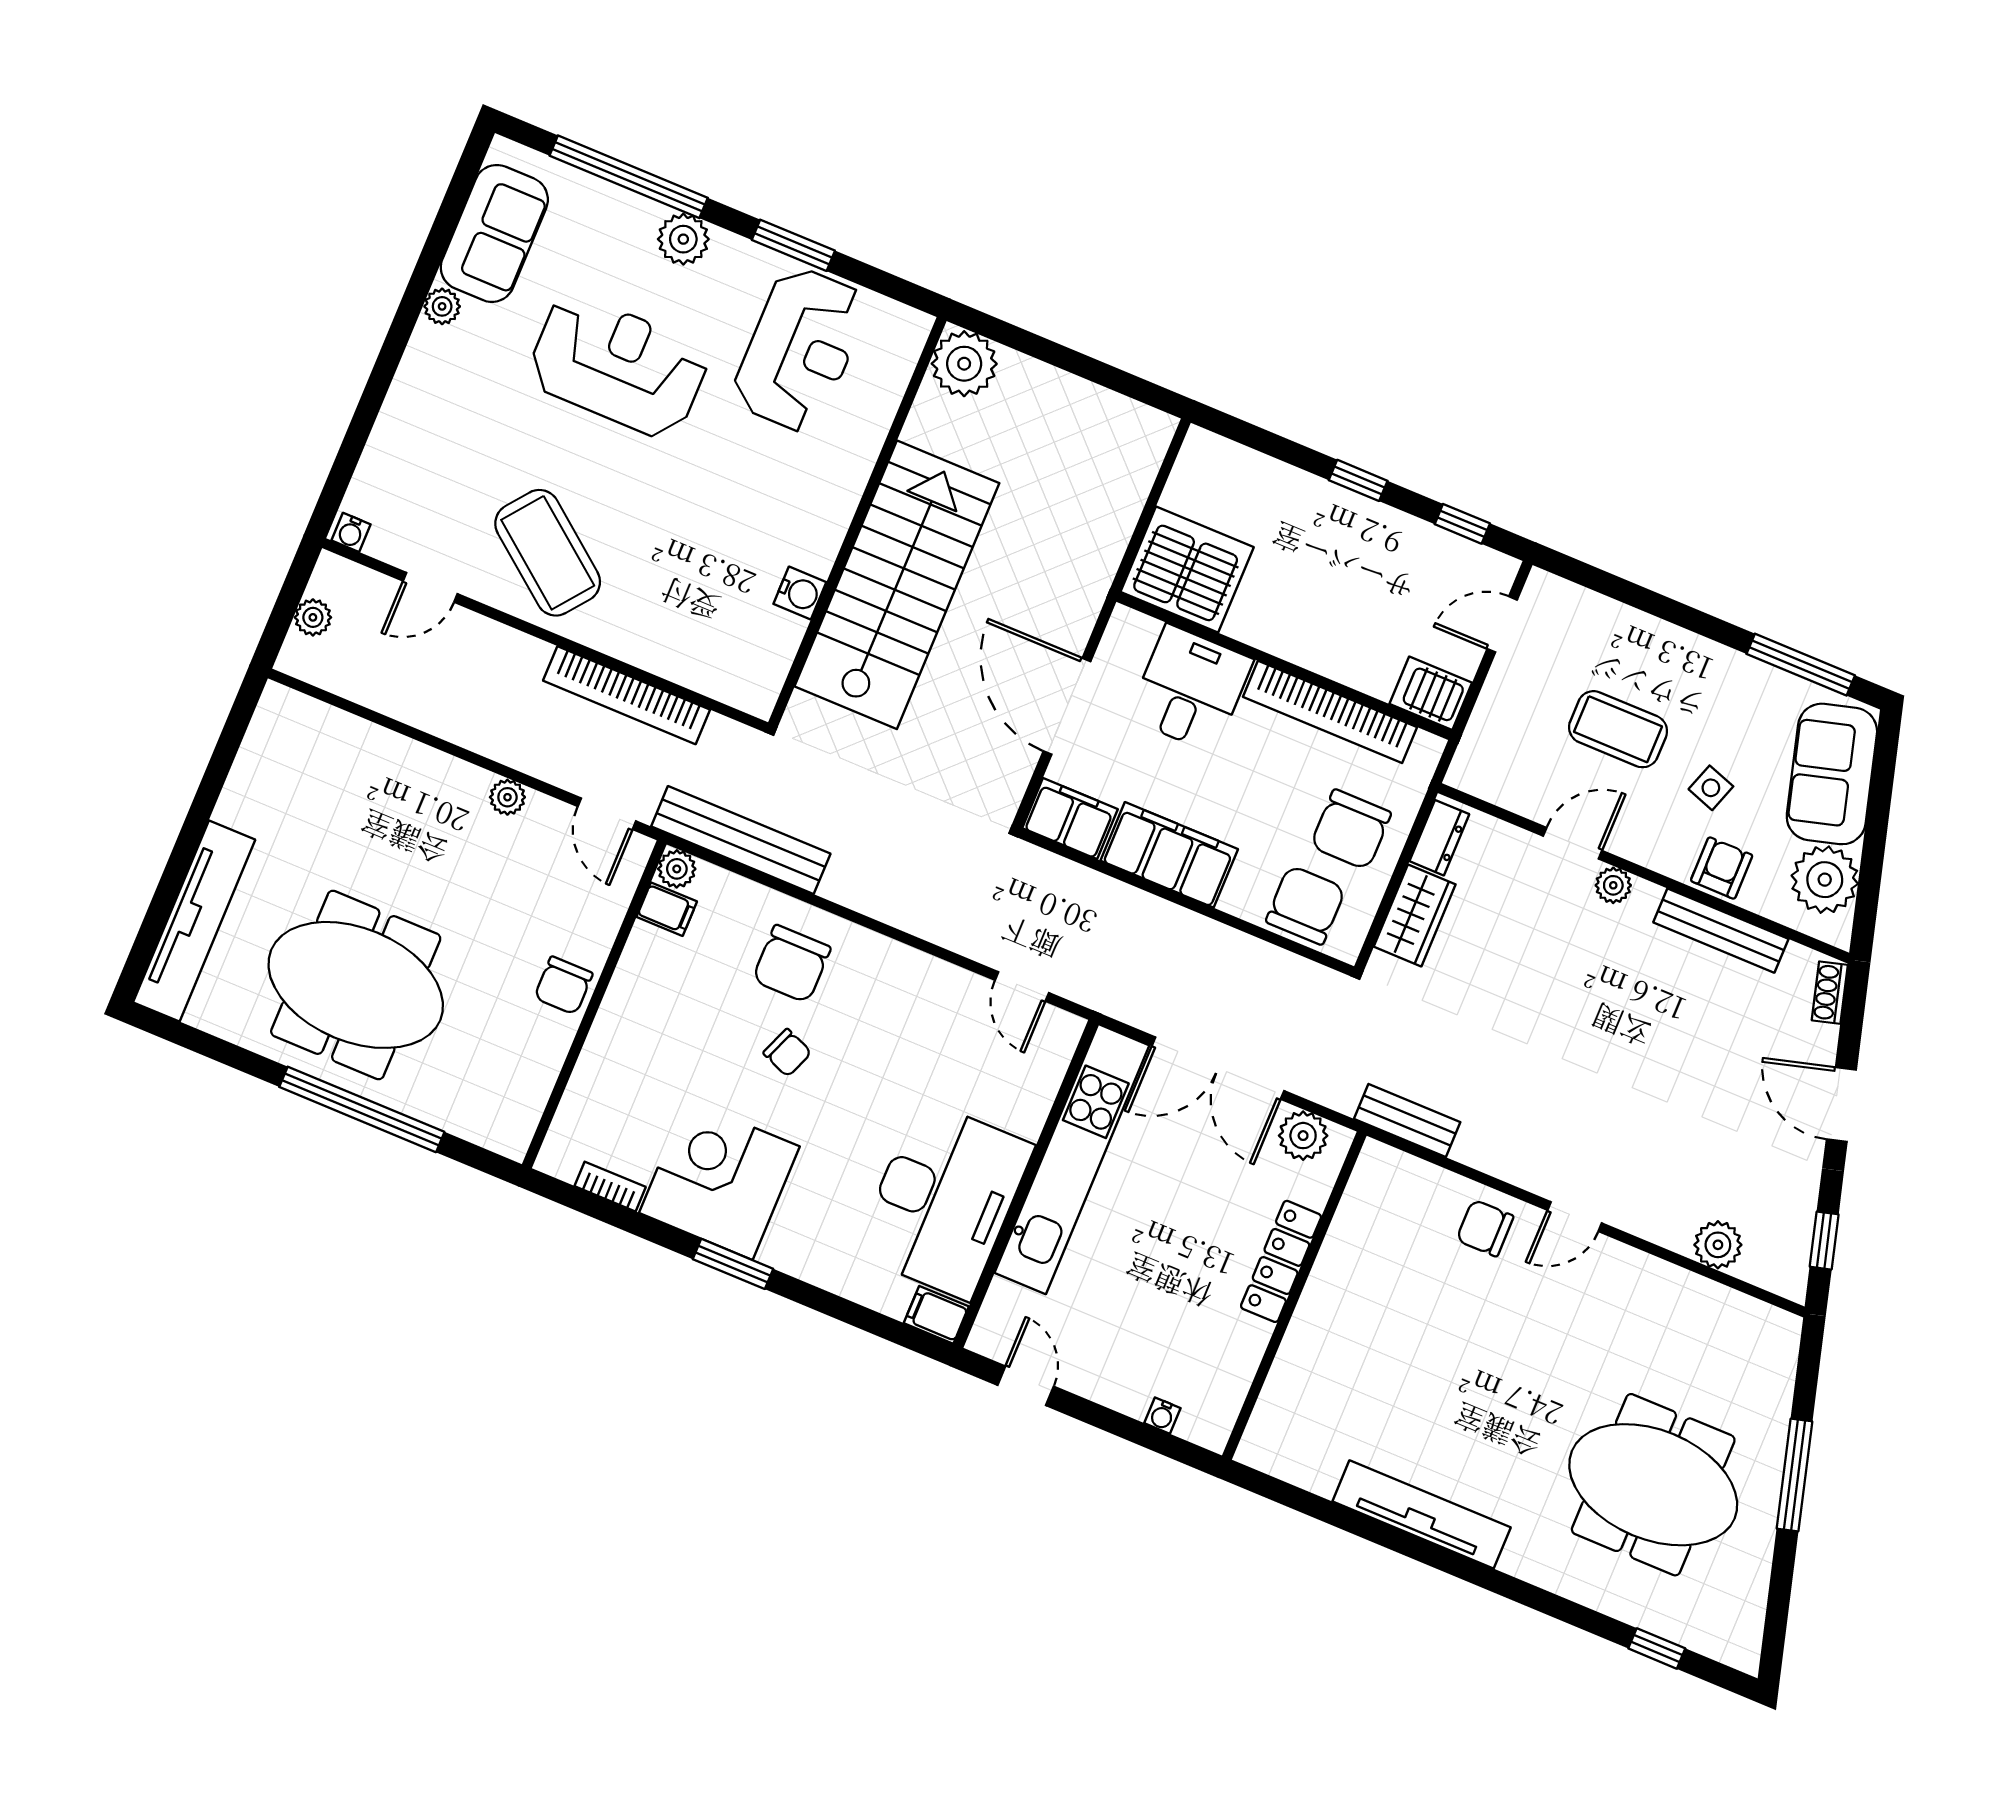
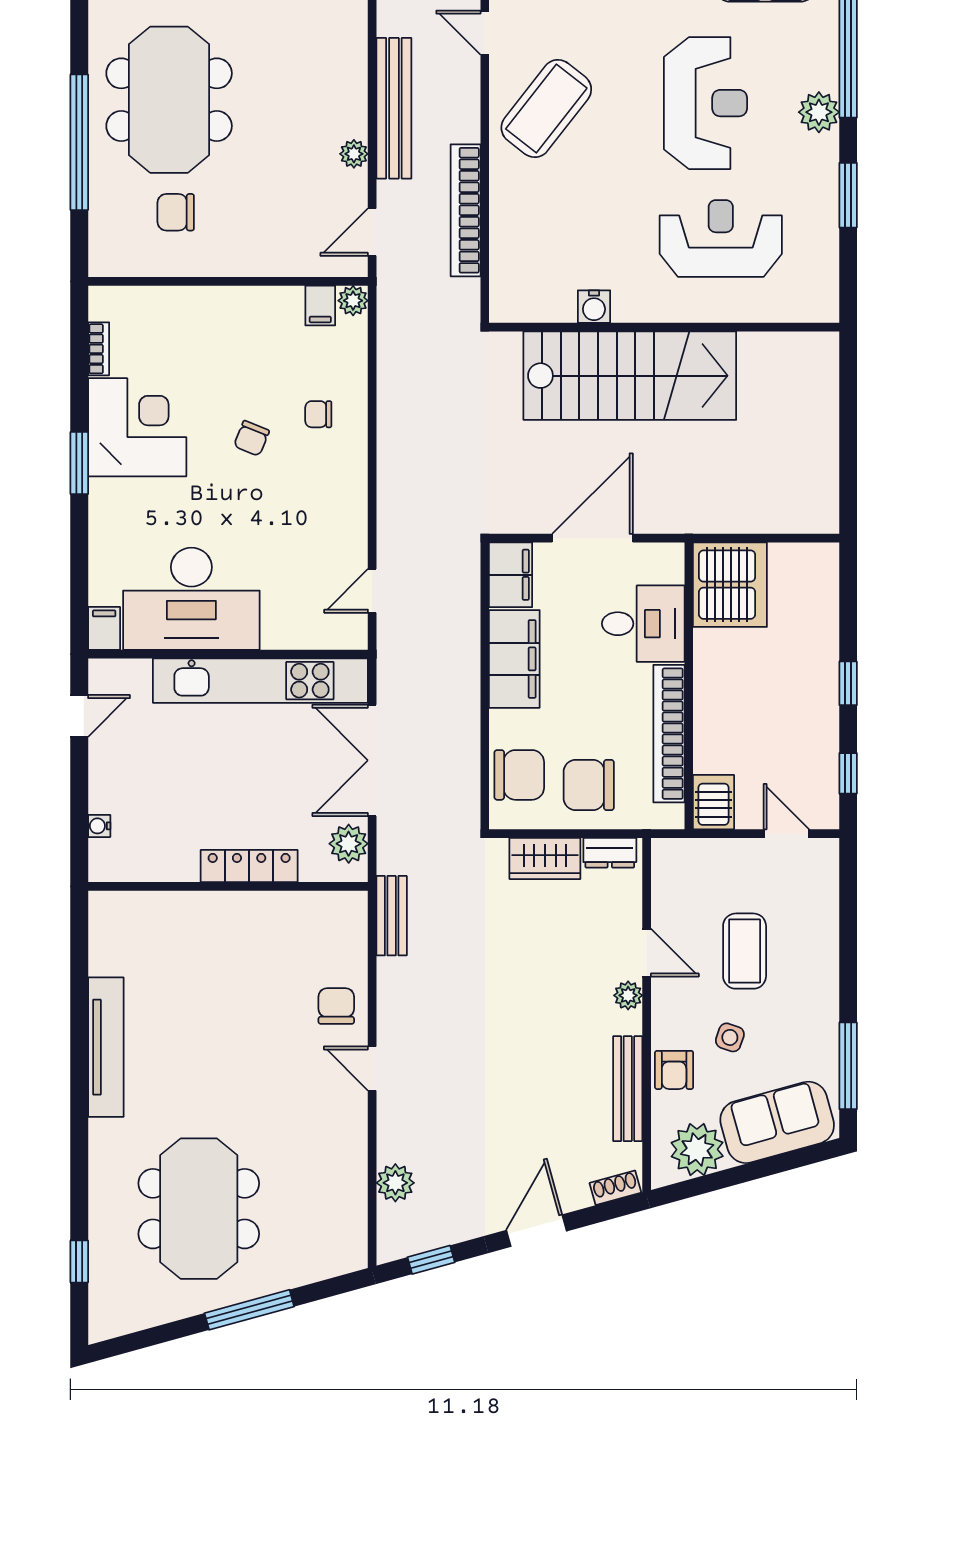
reception desk: (800, 350) -> (721, 238), moved, turned 180
plant: (964, 364) -> (813, 357), removed
bench: (741, 840) -> (394, 108), moved
armchair: (1722, 868) -> (674, 1070), turned 90
chair: (792, 964) -> (318, 414), width x0.54, depth x0.54
chair: (563, 985) -> (176, 212), moved

